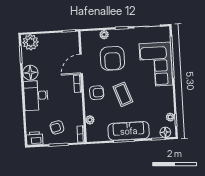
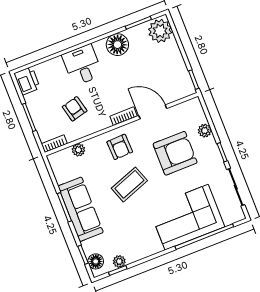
armchair: (112, 58) -> (175, 153), turned 180
desk: (36, 95) -> (82, 65), width x0.73
armchair: (57, 127) -> (75, 109), moved

